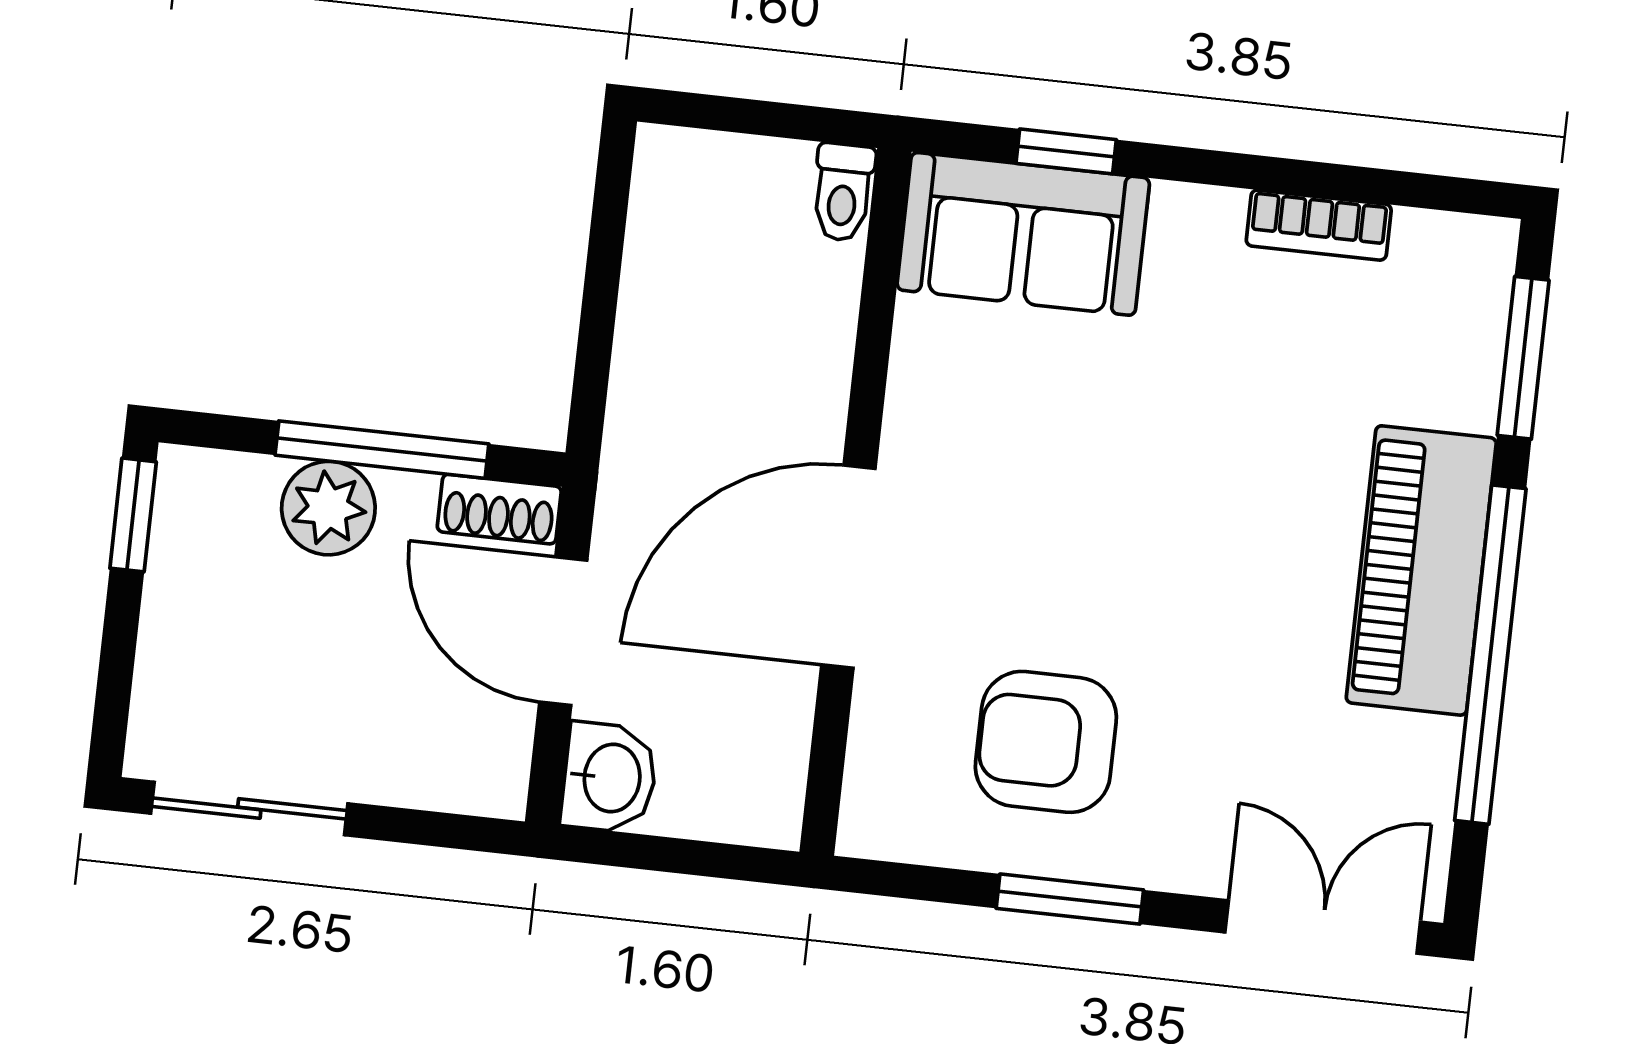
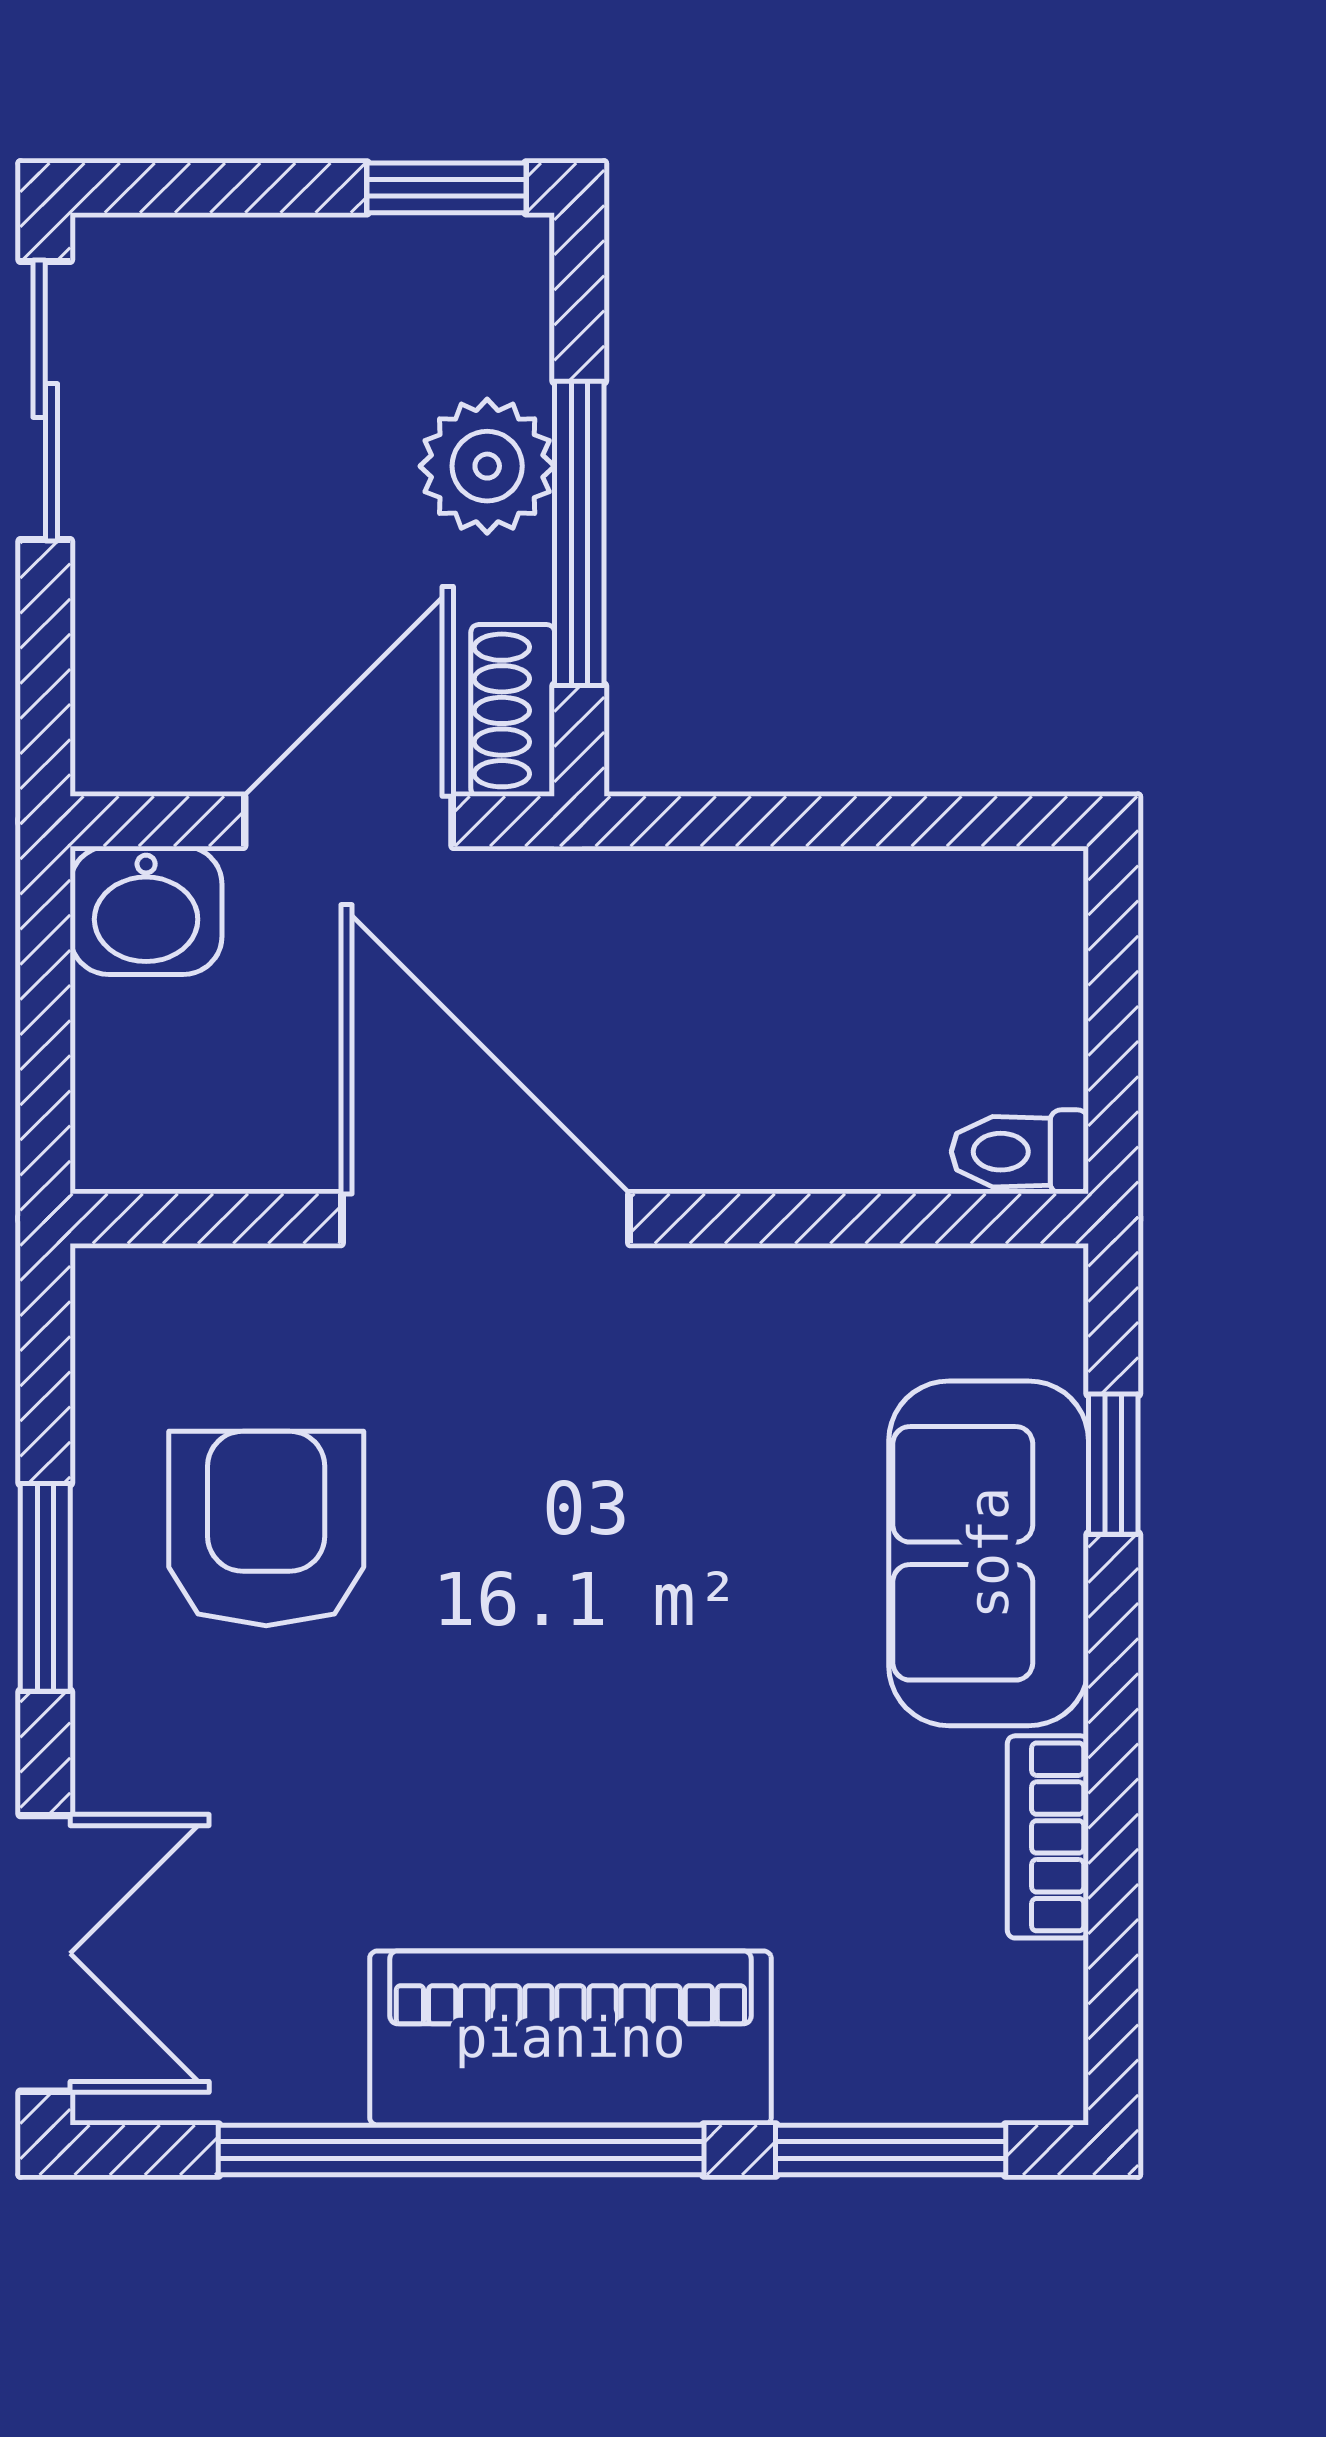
sofa: (1023, 234) -> (989, 1553), moved

